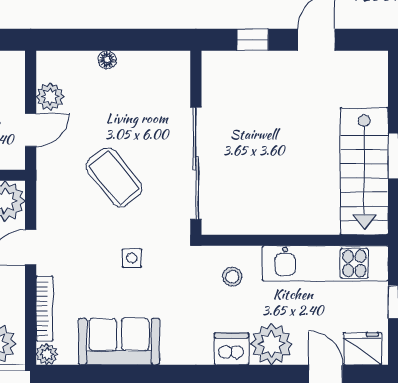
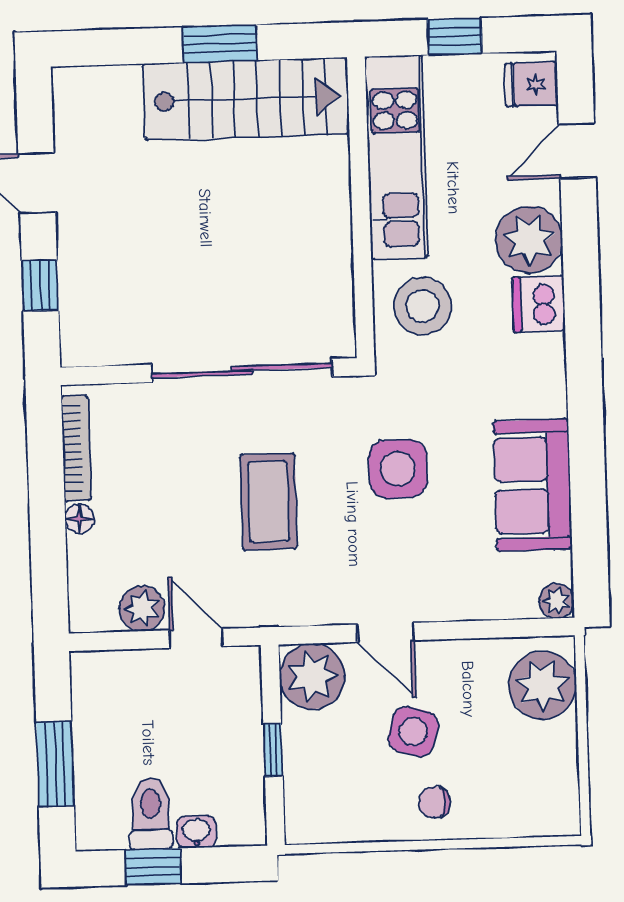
coffee table: (114, 177) -> (269, 502), turned -51
side table: (132, 258) -> (398, 469), width x1.87, depth x1.87
stool: (232, 277) -> (423, 306), width x1.89, depth x1.89
bookcase: (44, 309) -> (76, 448), moved, turned 90
fridge: (363, 349) -> (532, 84), width x0.72

